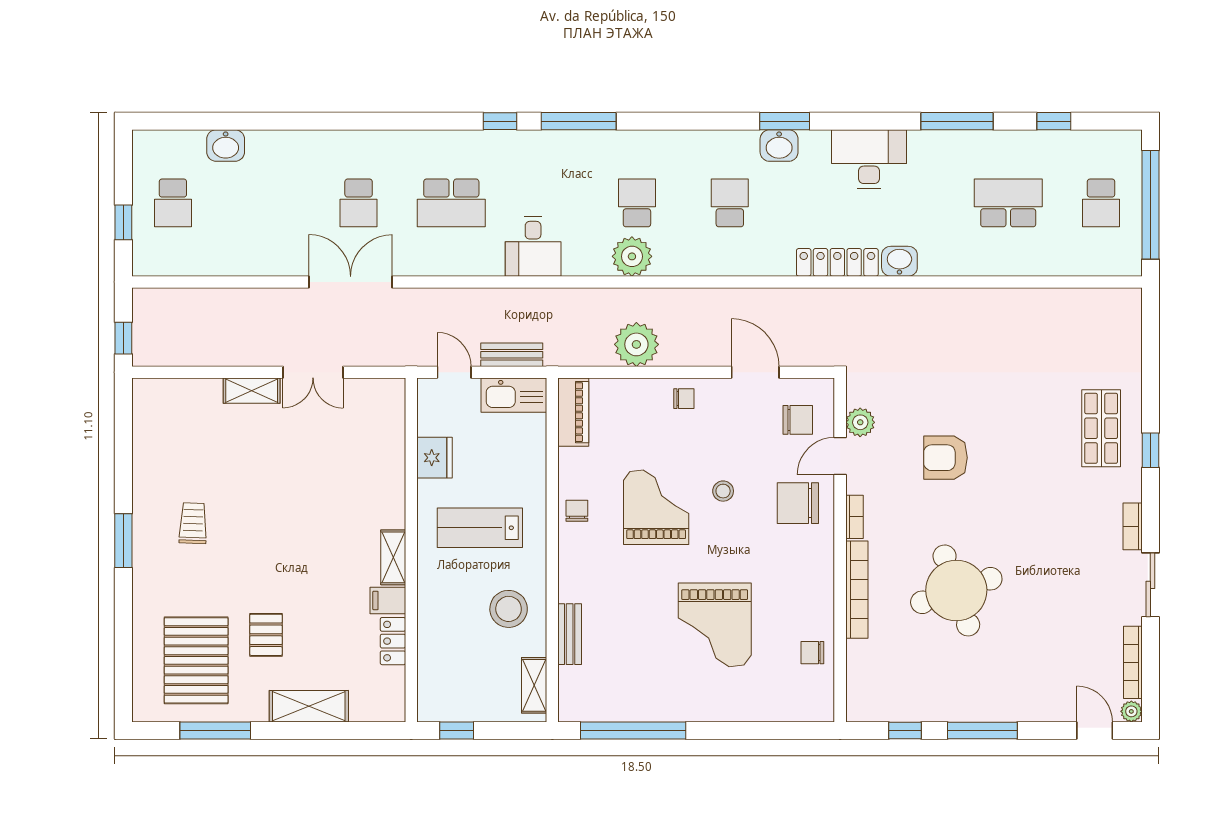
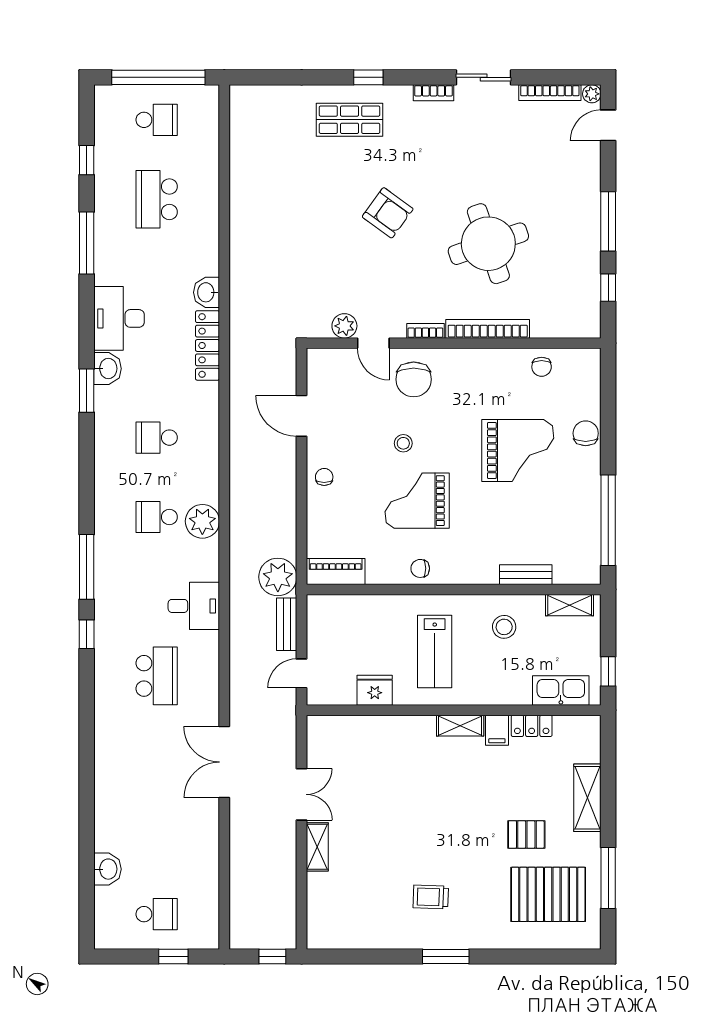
washbasin: (779, 146) -> (108, 369), moved
school desk: (359, 203) -> (157, 755), removed
plant: (636, 344) -> (278, 577), moved
door: (755, 372) -> (302, 416), hinge flipped
kitchen sink: (514, 395) -> (561, 691), moved, turned -90
chair: (798, 420) -> (586, 433), moved
armchair: (946, 458) -> (388, 213), moved, turned -54
stool: (509, 609) -> (504, 627), width x0.73, depth x0.73

